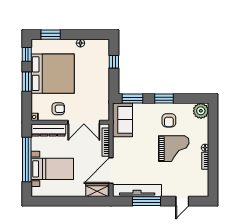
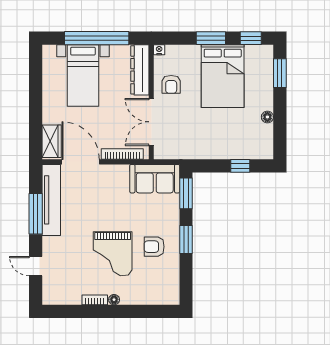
bed: (53, 74) -> (223, 76), width x0.73
plant: (201, 111) -> (168, 293), removed

